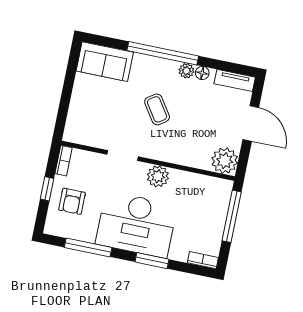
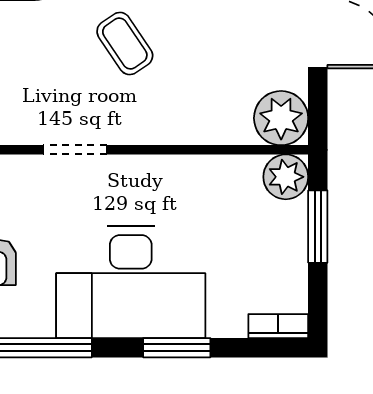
plant: (158, 176) -> (286, 177), moved
window: (232, 216) -> (318, 227), width x0.69

